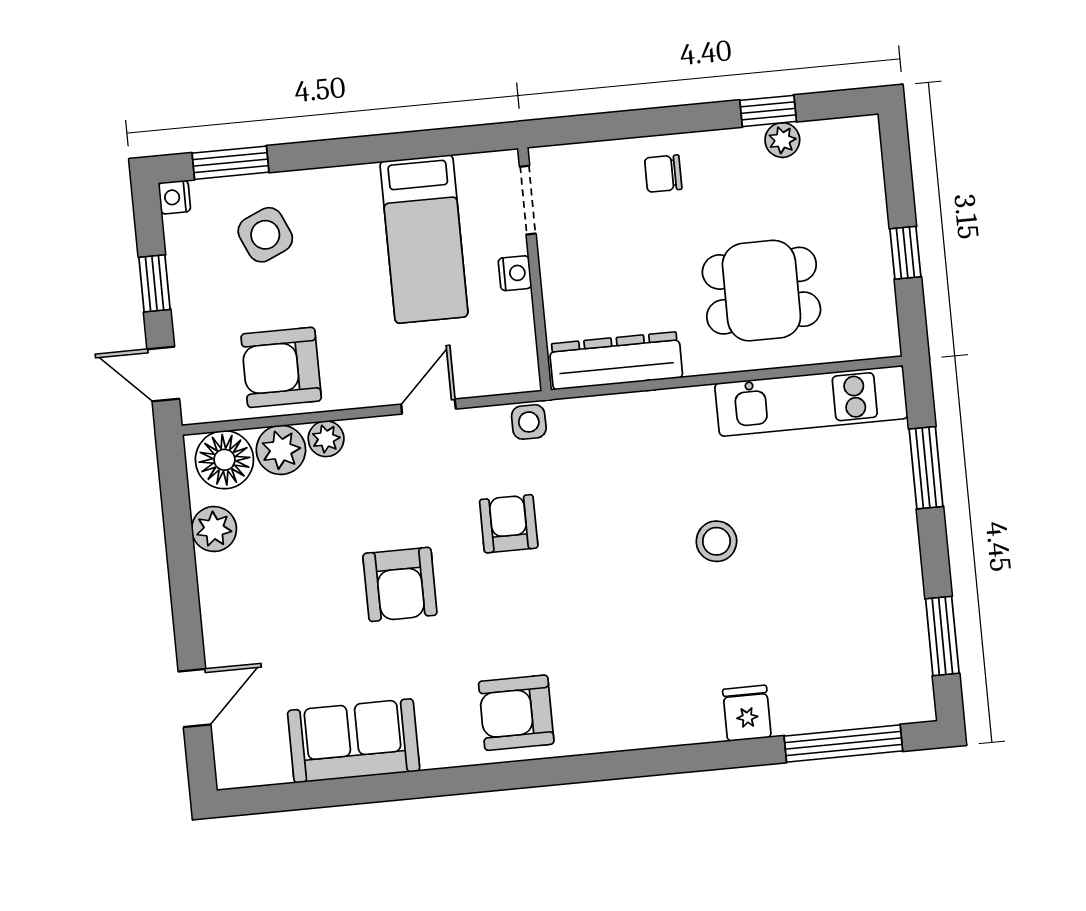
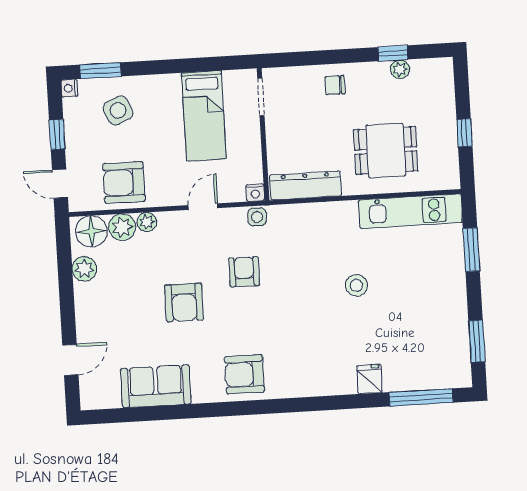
nightstand: (515, 273) -> (255, 193), moved, turned 90

